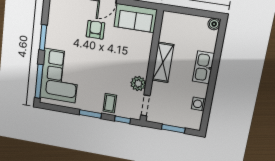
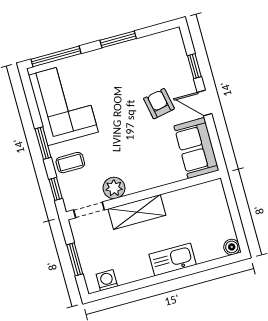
armchair: (95, 30) -> (159, 104), turned -101
shelving: (163, 62) -> (137, 212), moved
corner sofa: (60, 76) -> (63, 104), moved, turned -90
washing machine: (199, 104) -> (107, 280), moved

